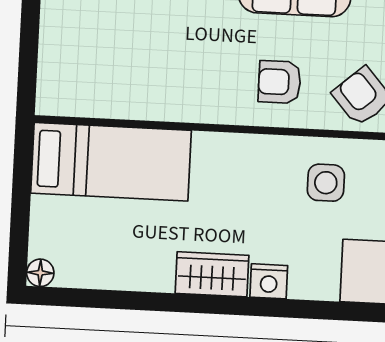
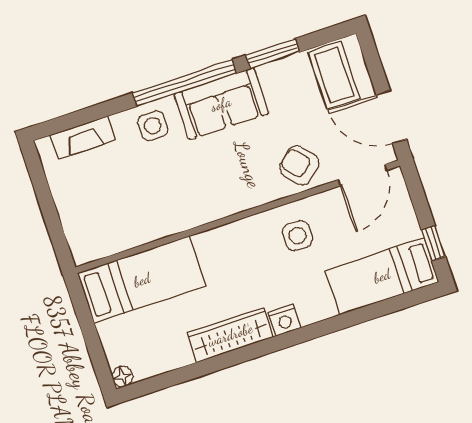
armchair: (280, 82) -> (238, 178), removed
wardrobe: (212, 274) -> (230, 335), width x1.50

